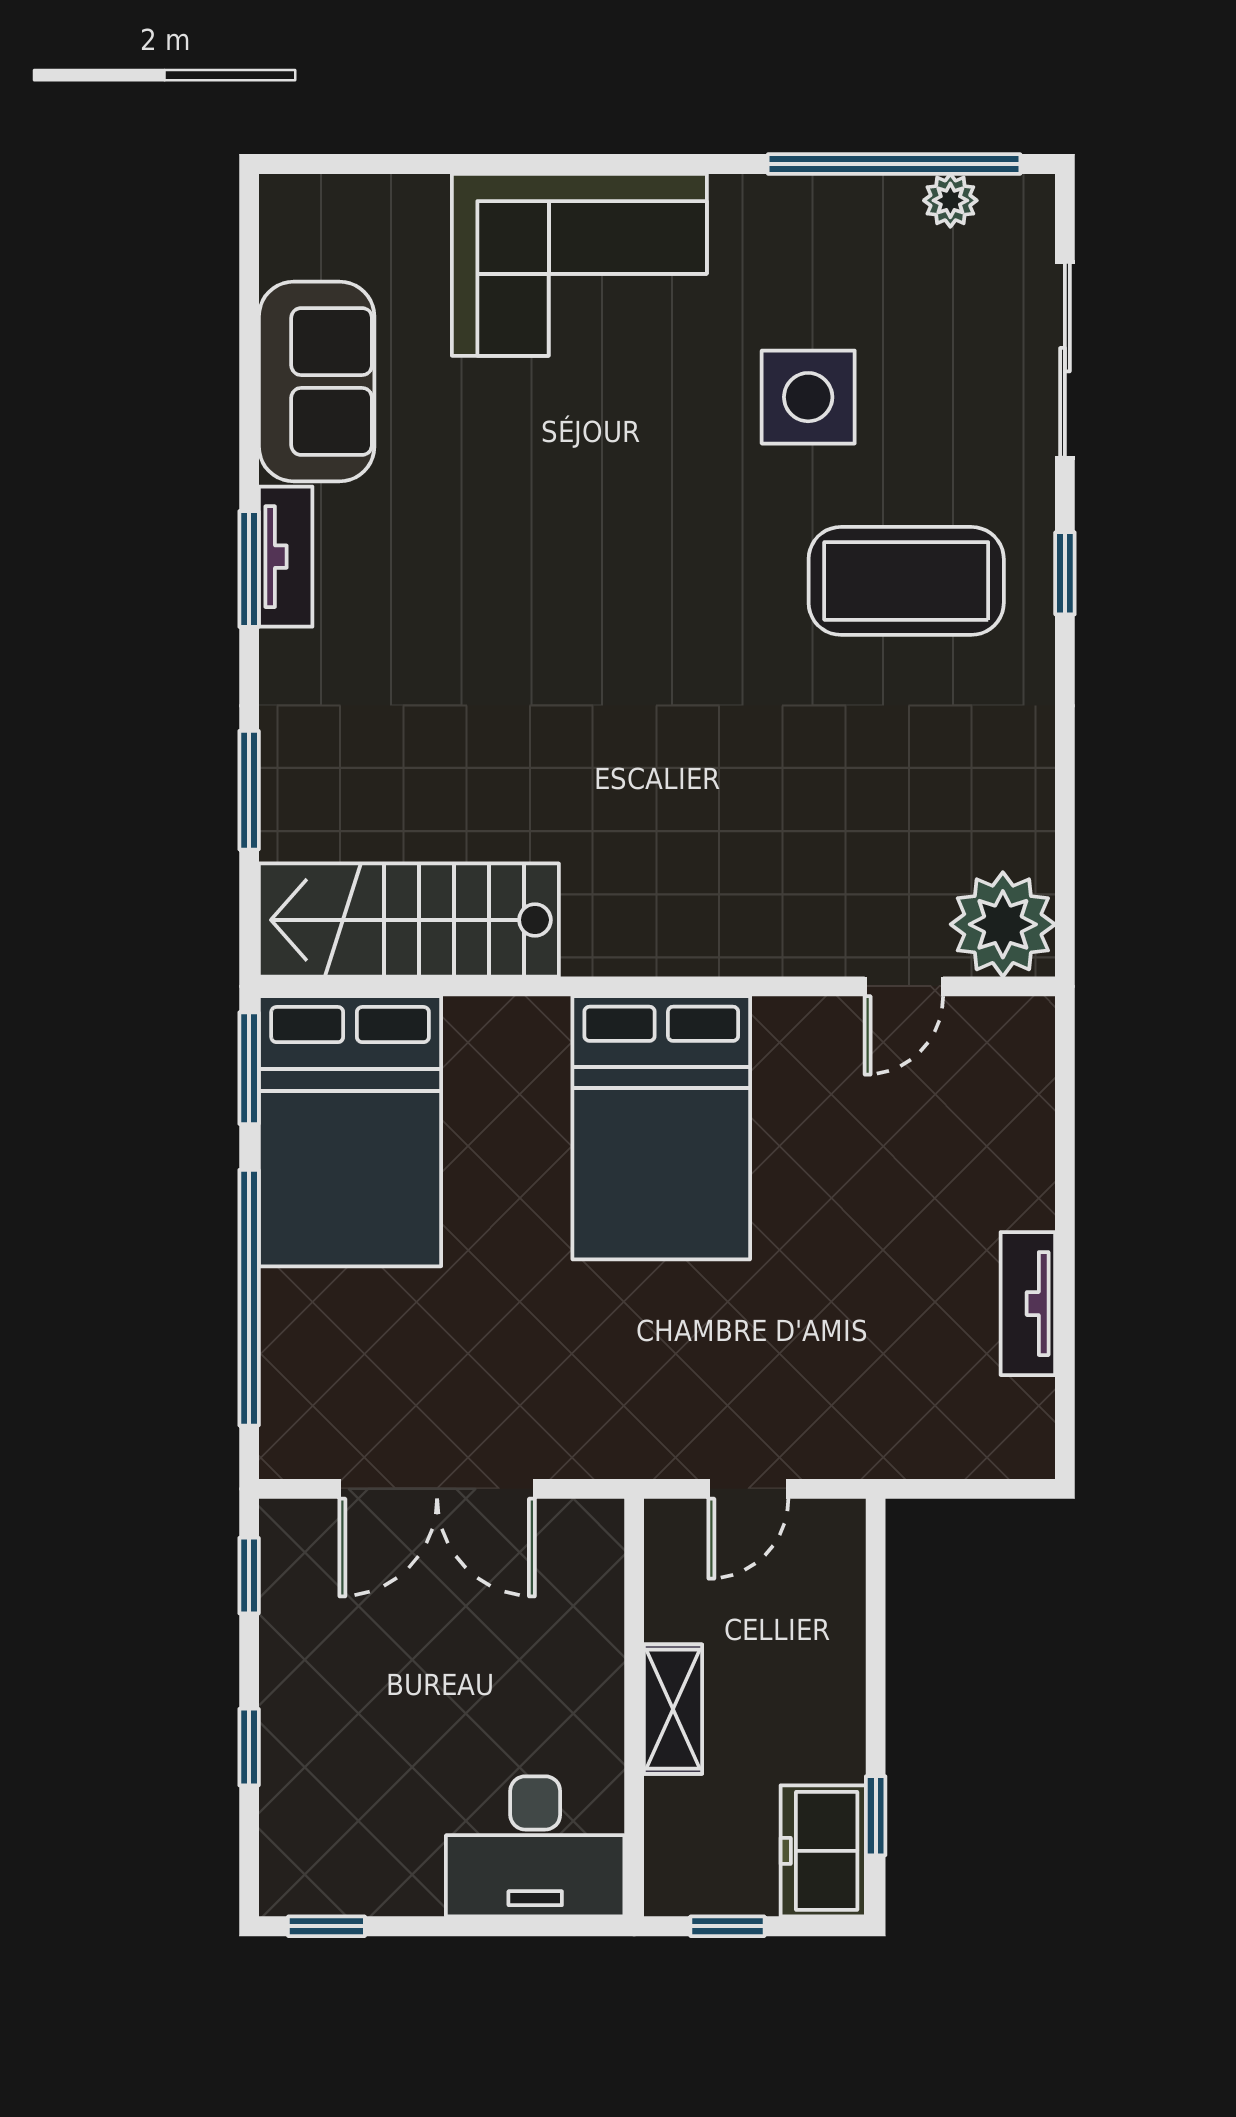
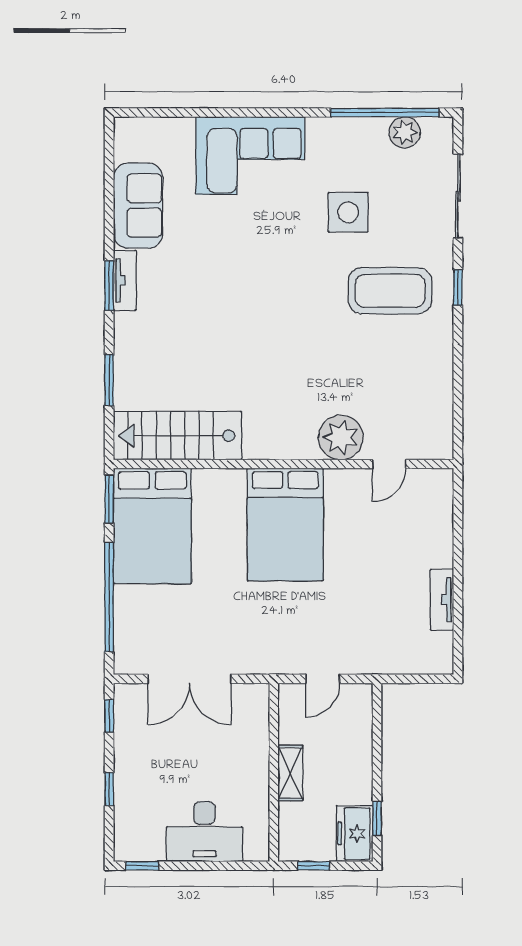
plant: (950, 200) -> (405, 132), width x1.38, depth x1.38
plant: (1003, 924) -> (341, 438), moved
desk: (535, 1846) -> (204, 832), moved

